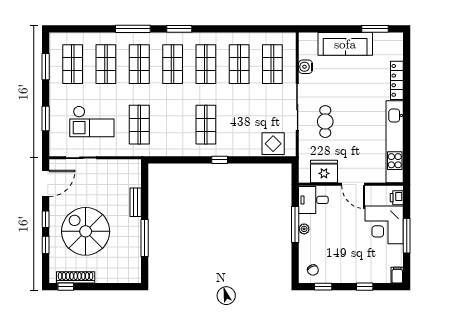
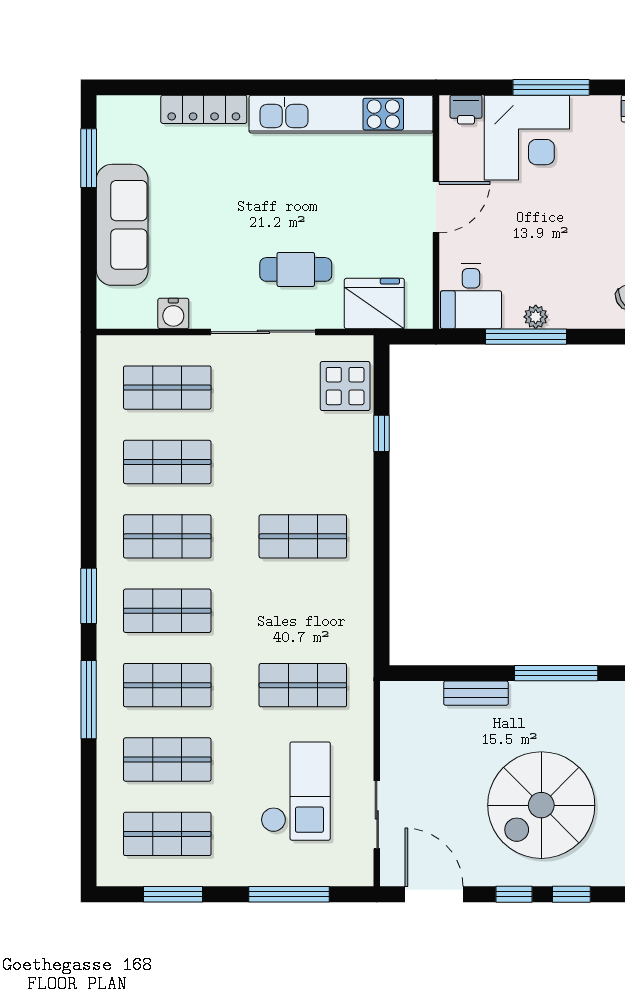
window: (46, 119) -> (289, 894), width x1.44
window: (220, 160) -> (381, 433), moved
fridge: (324, 172) -> (374, 303), moved, turned 90

